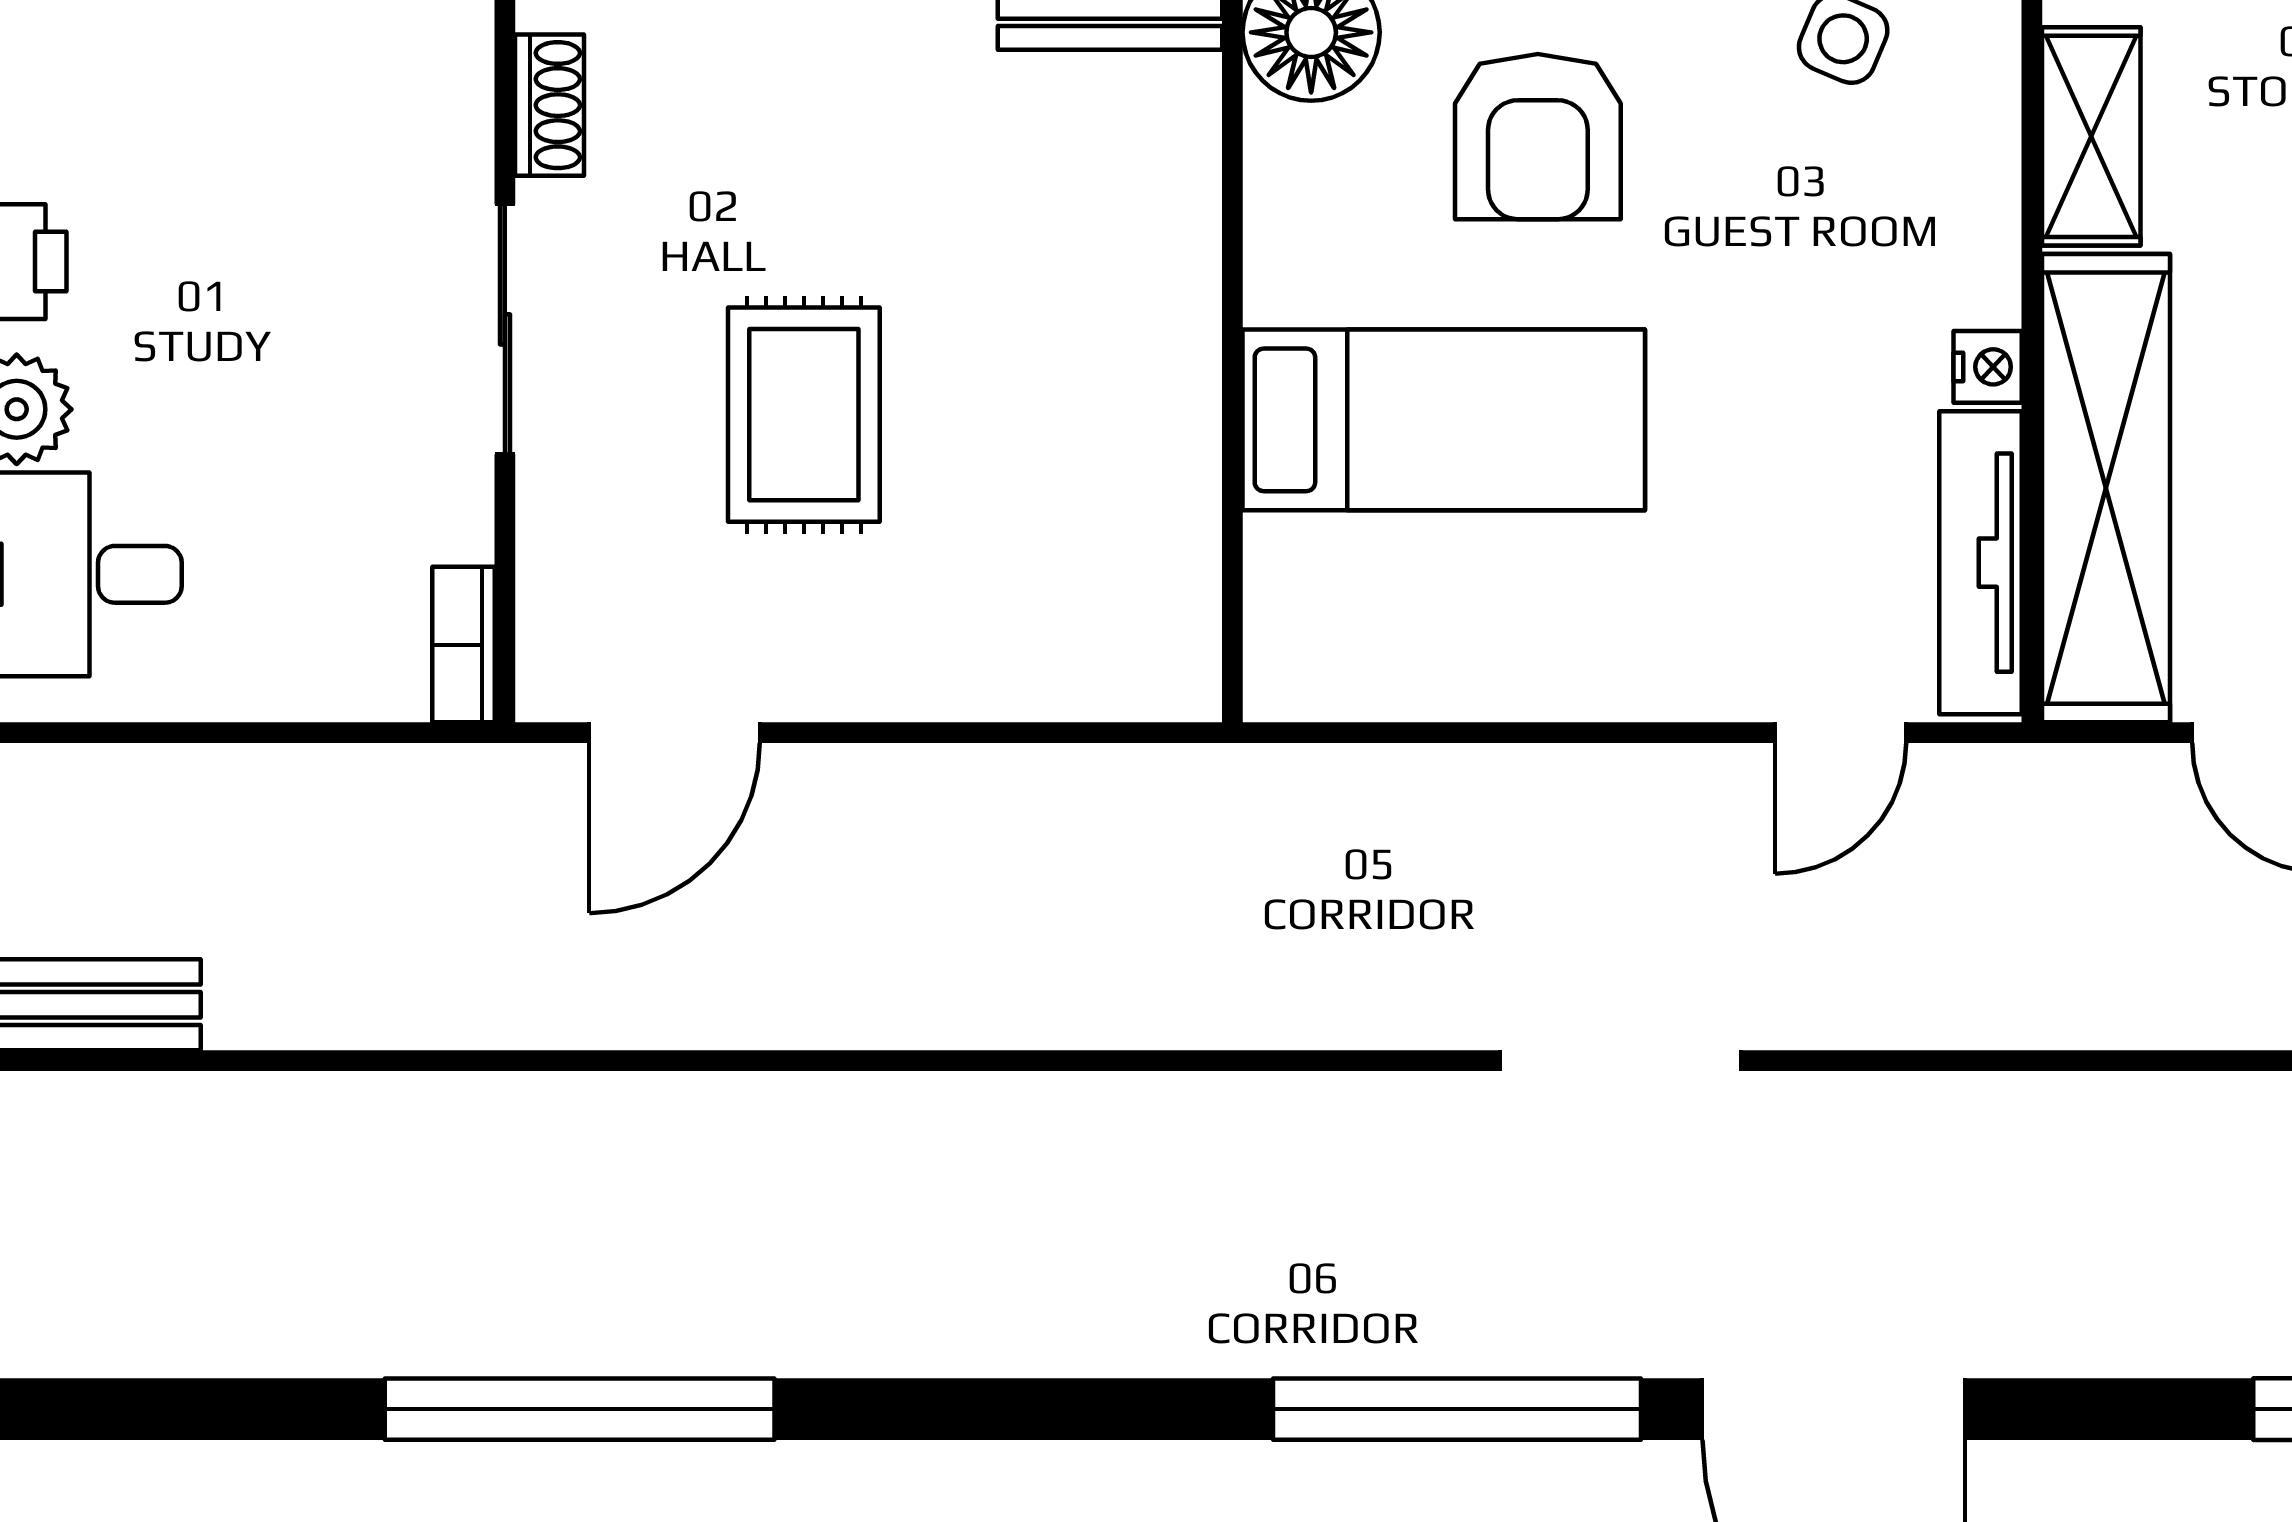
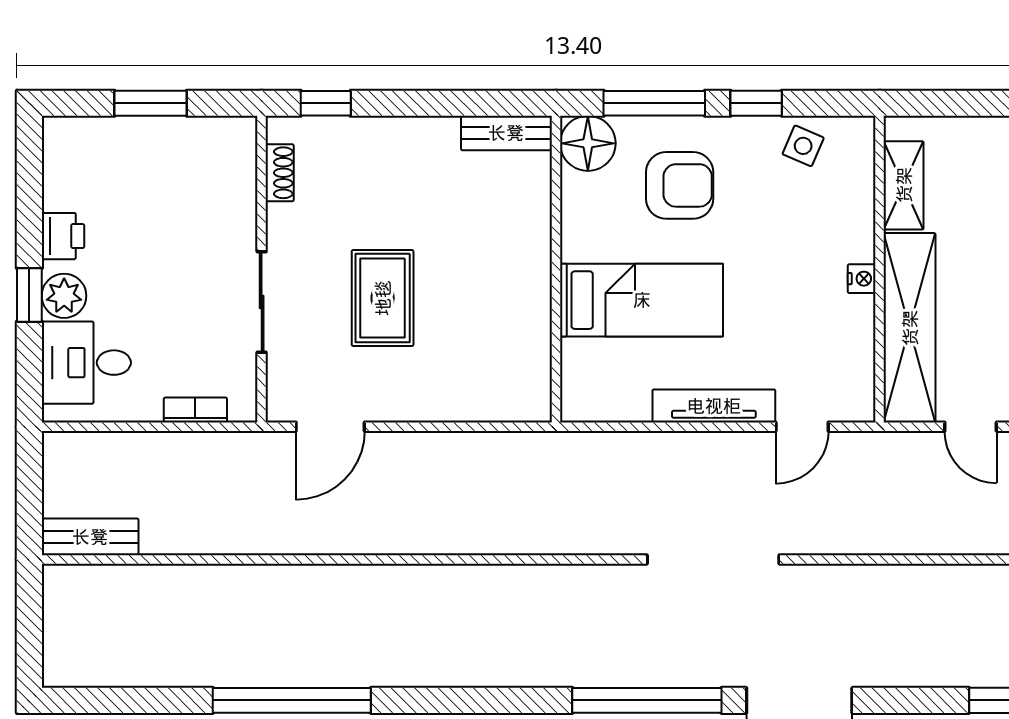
armchair: (1538, 137) -> (680, 185), turned -90
sliding door: (505, 329) -> (262, 302), moved
tv unit: (1980, 563) -> (714, 406), moved, turned 90
bookcase: (464, 645) -> (195, 410), moved, turned 90
doorway: (1621, 1061) -> (713, 559), width x1.36

